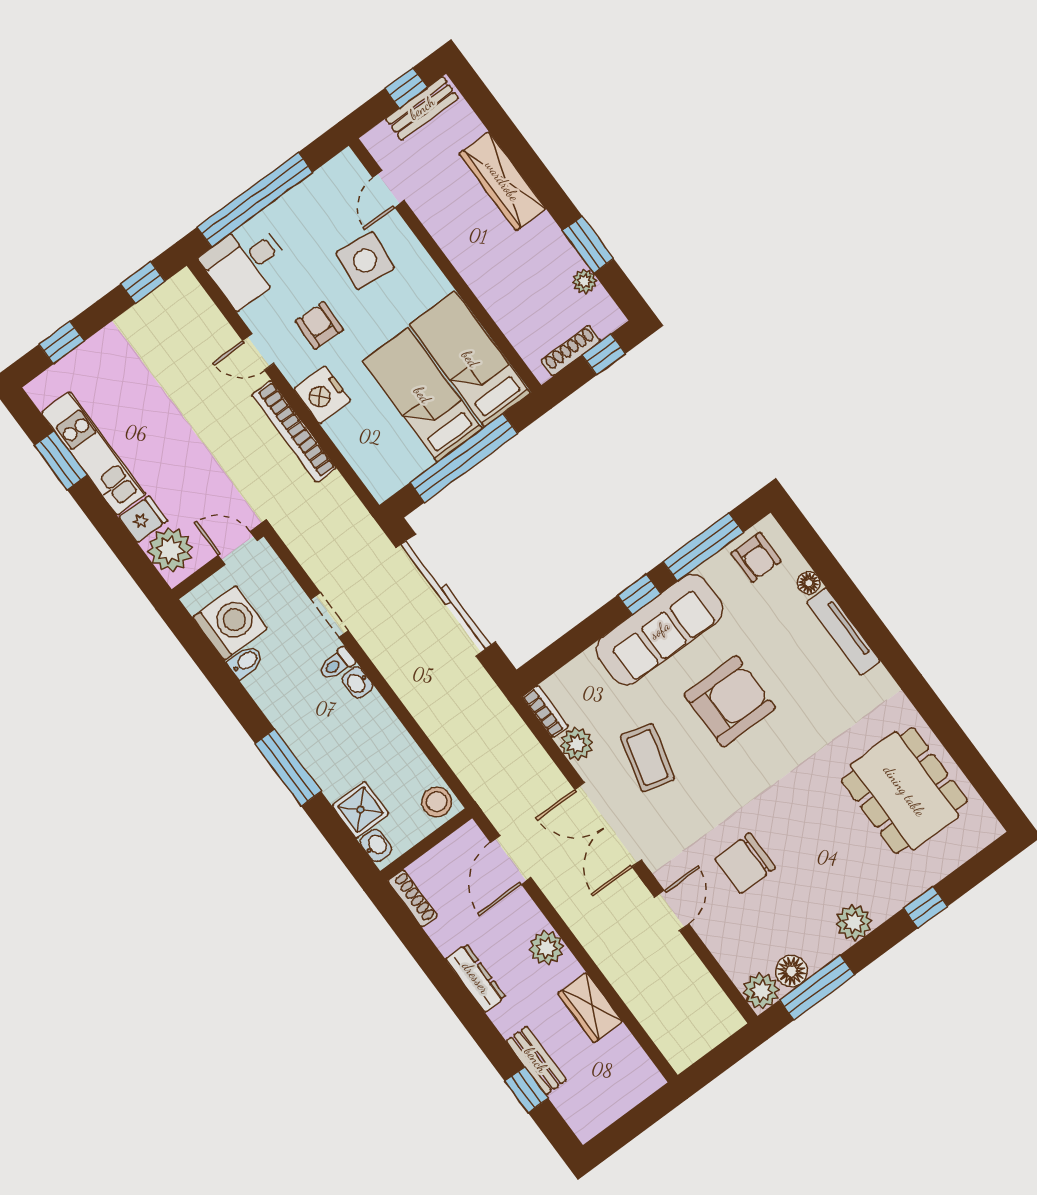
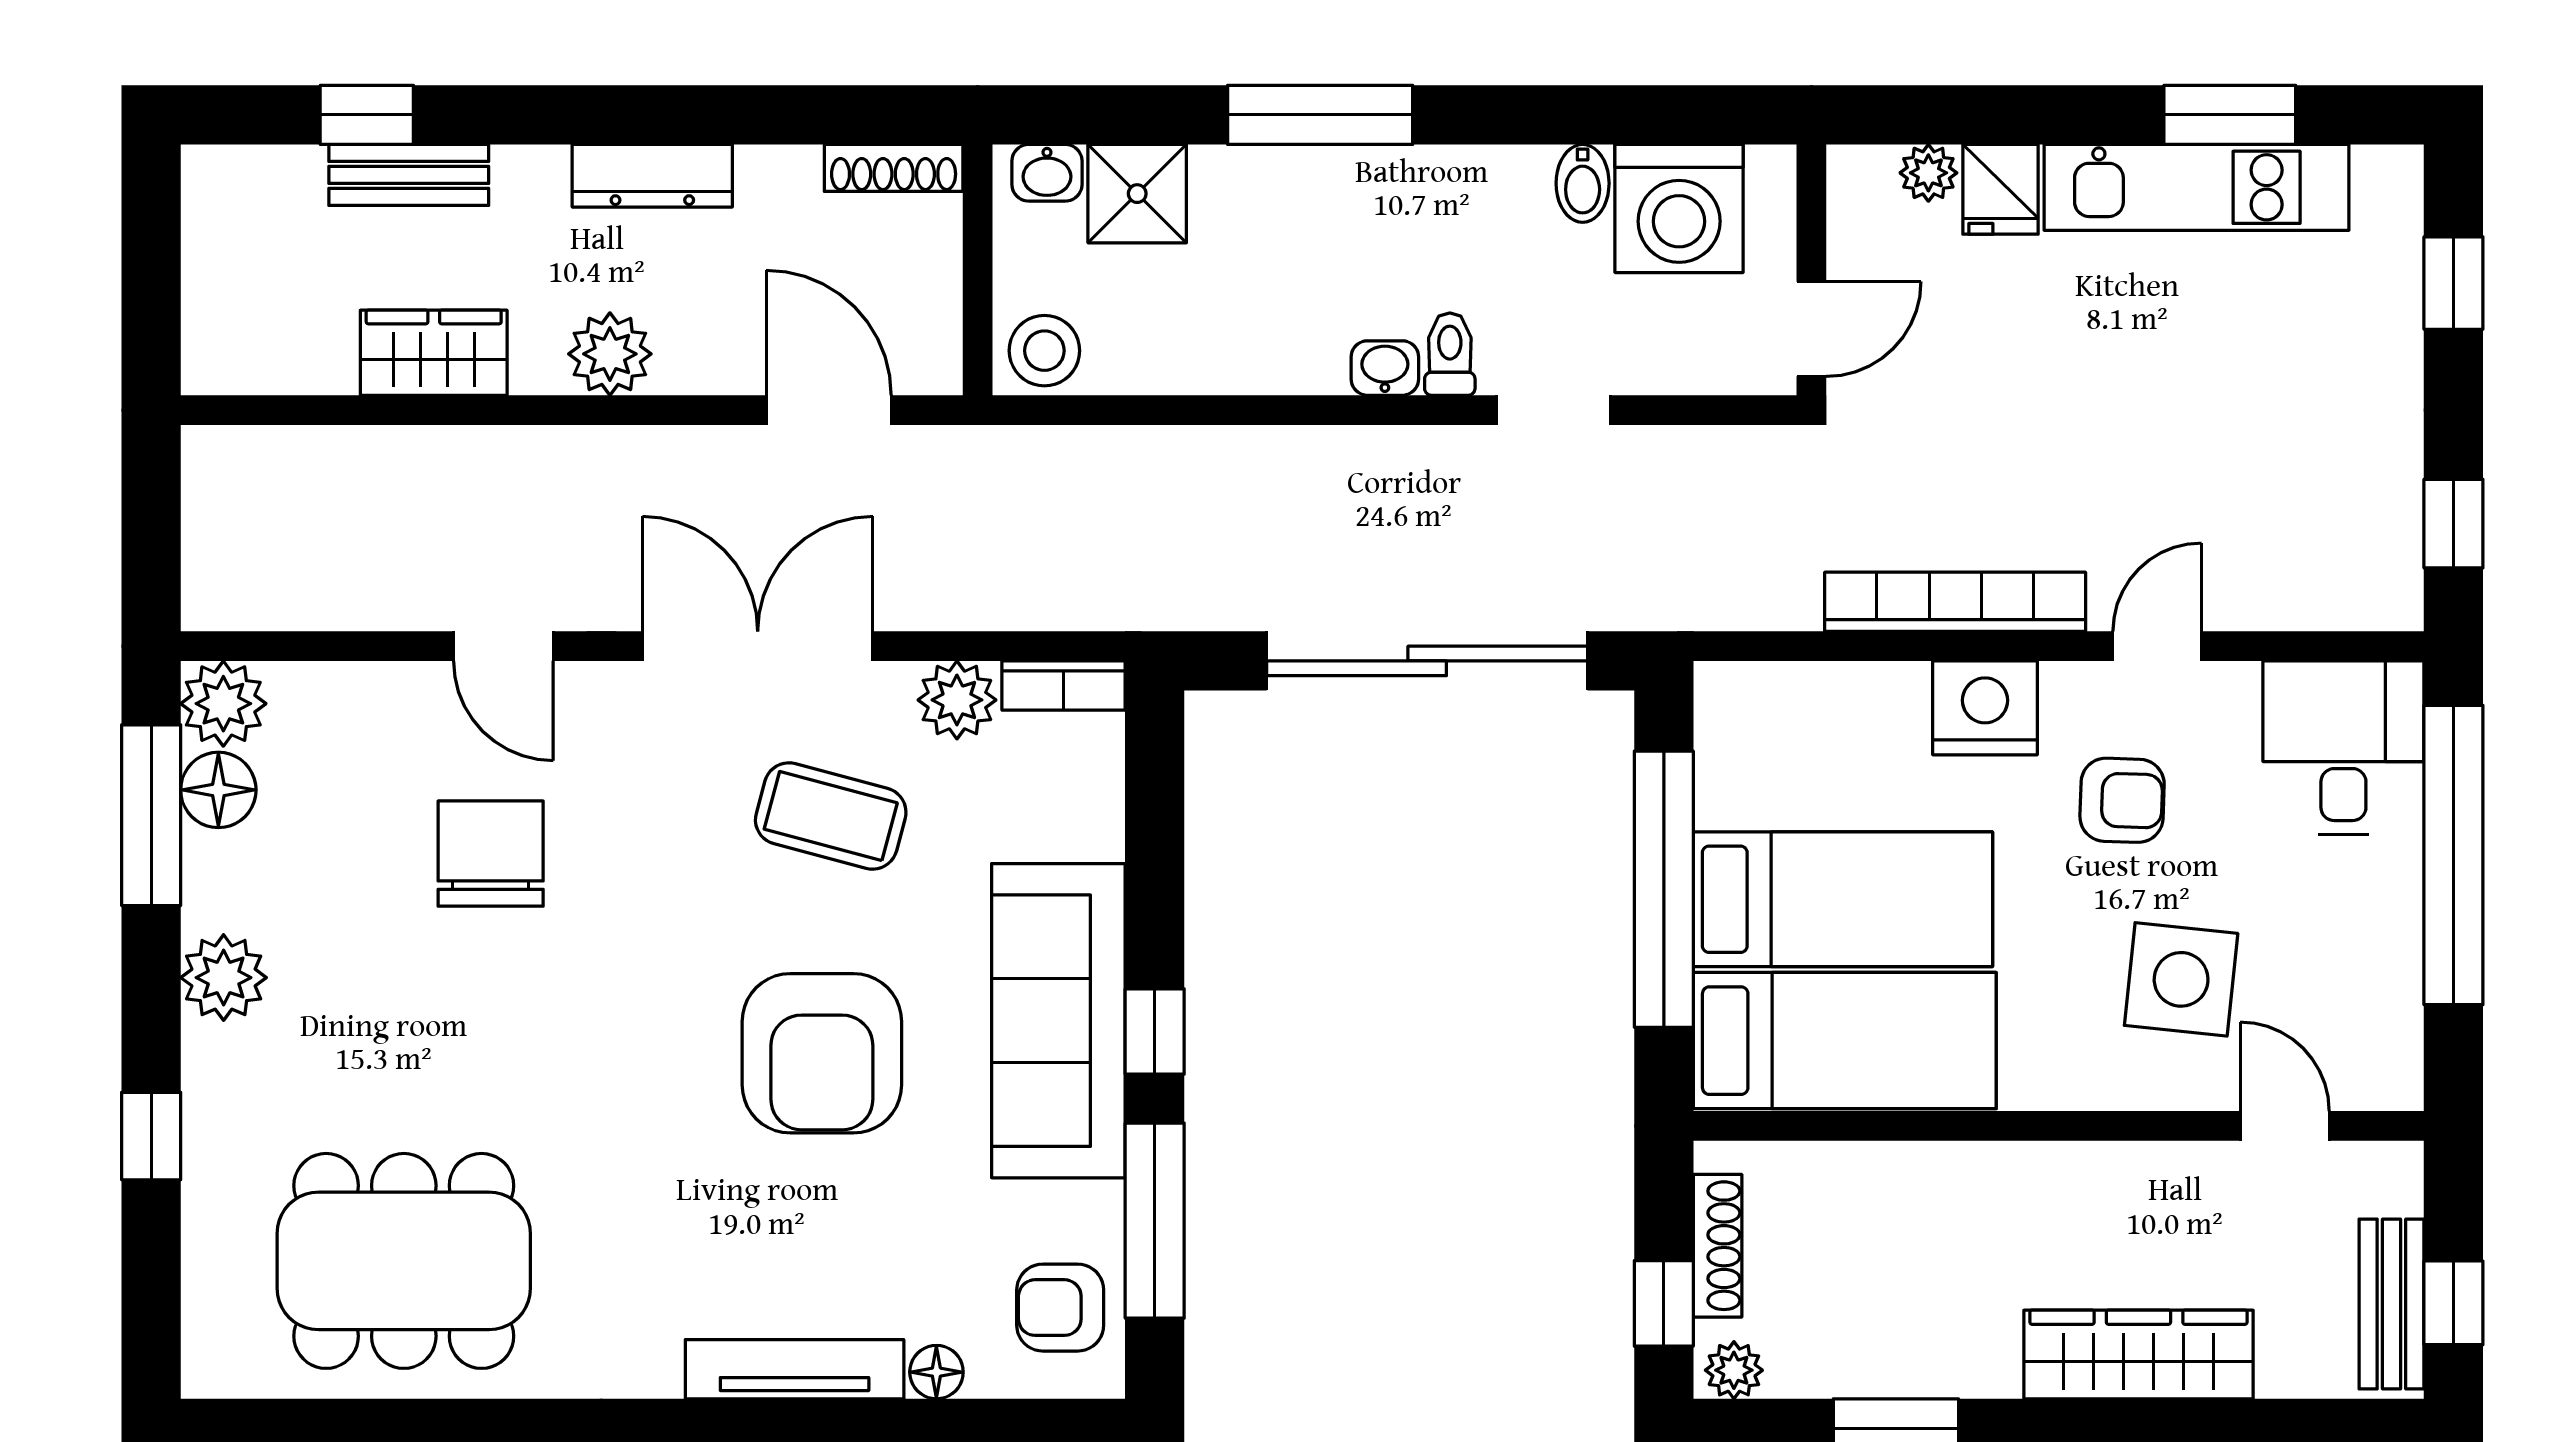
plant: (584, 281) -> (1734, 1370), moved
plant: (170, 550) -> (1928, 173), width x0.53, depth x0.53

